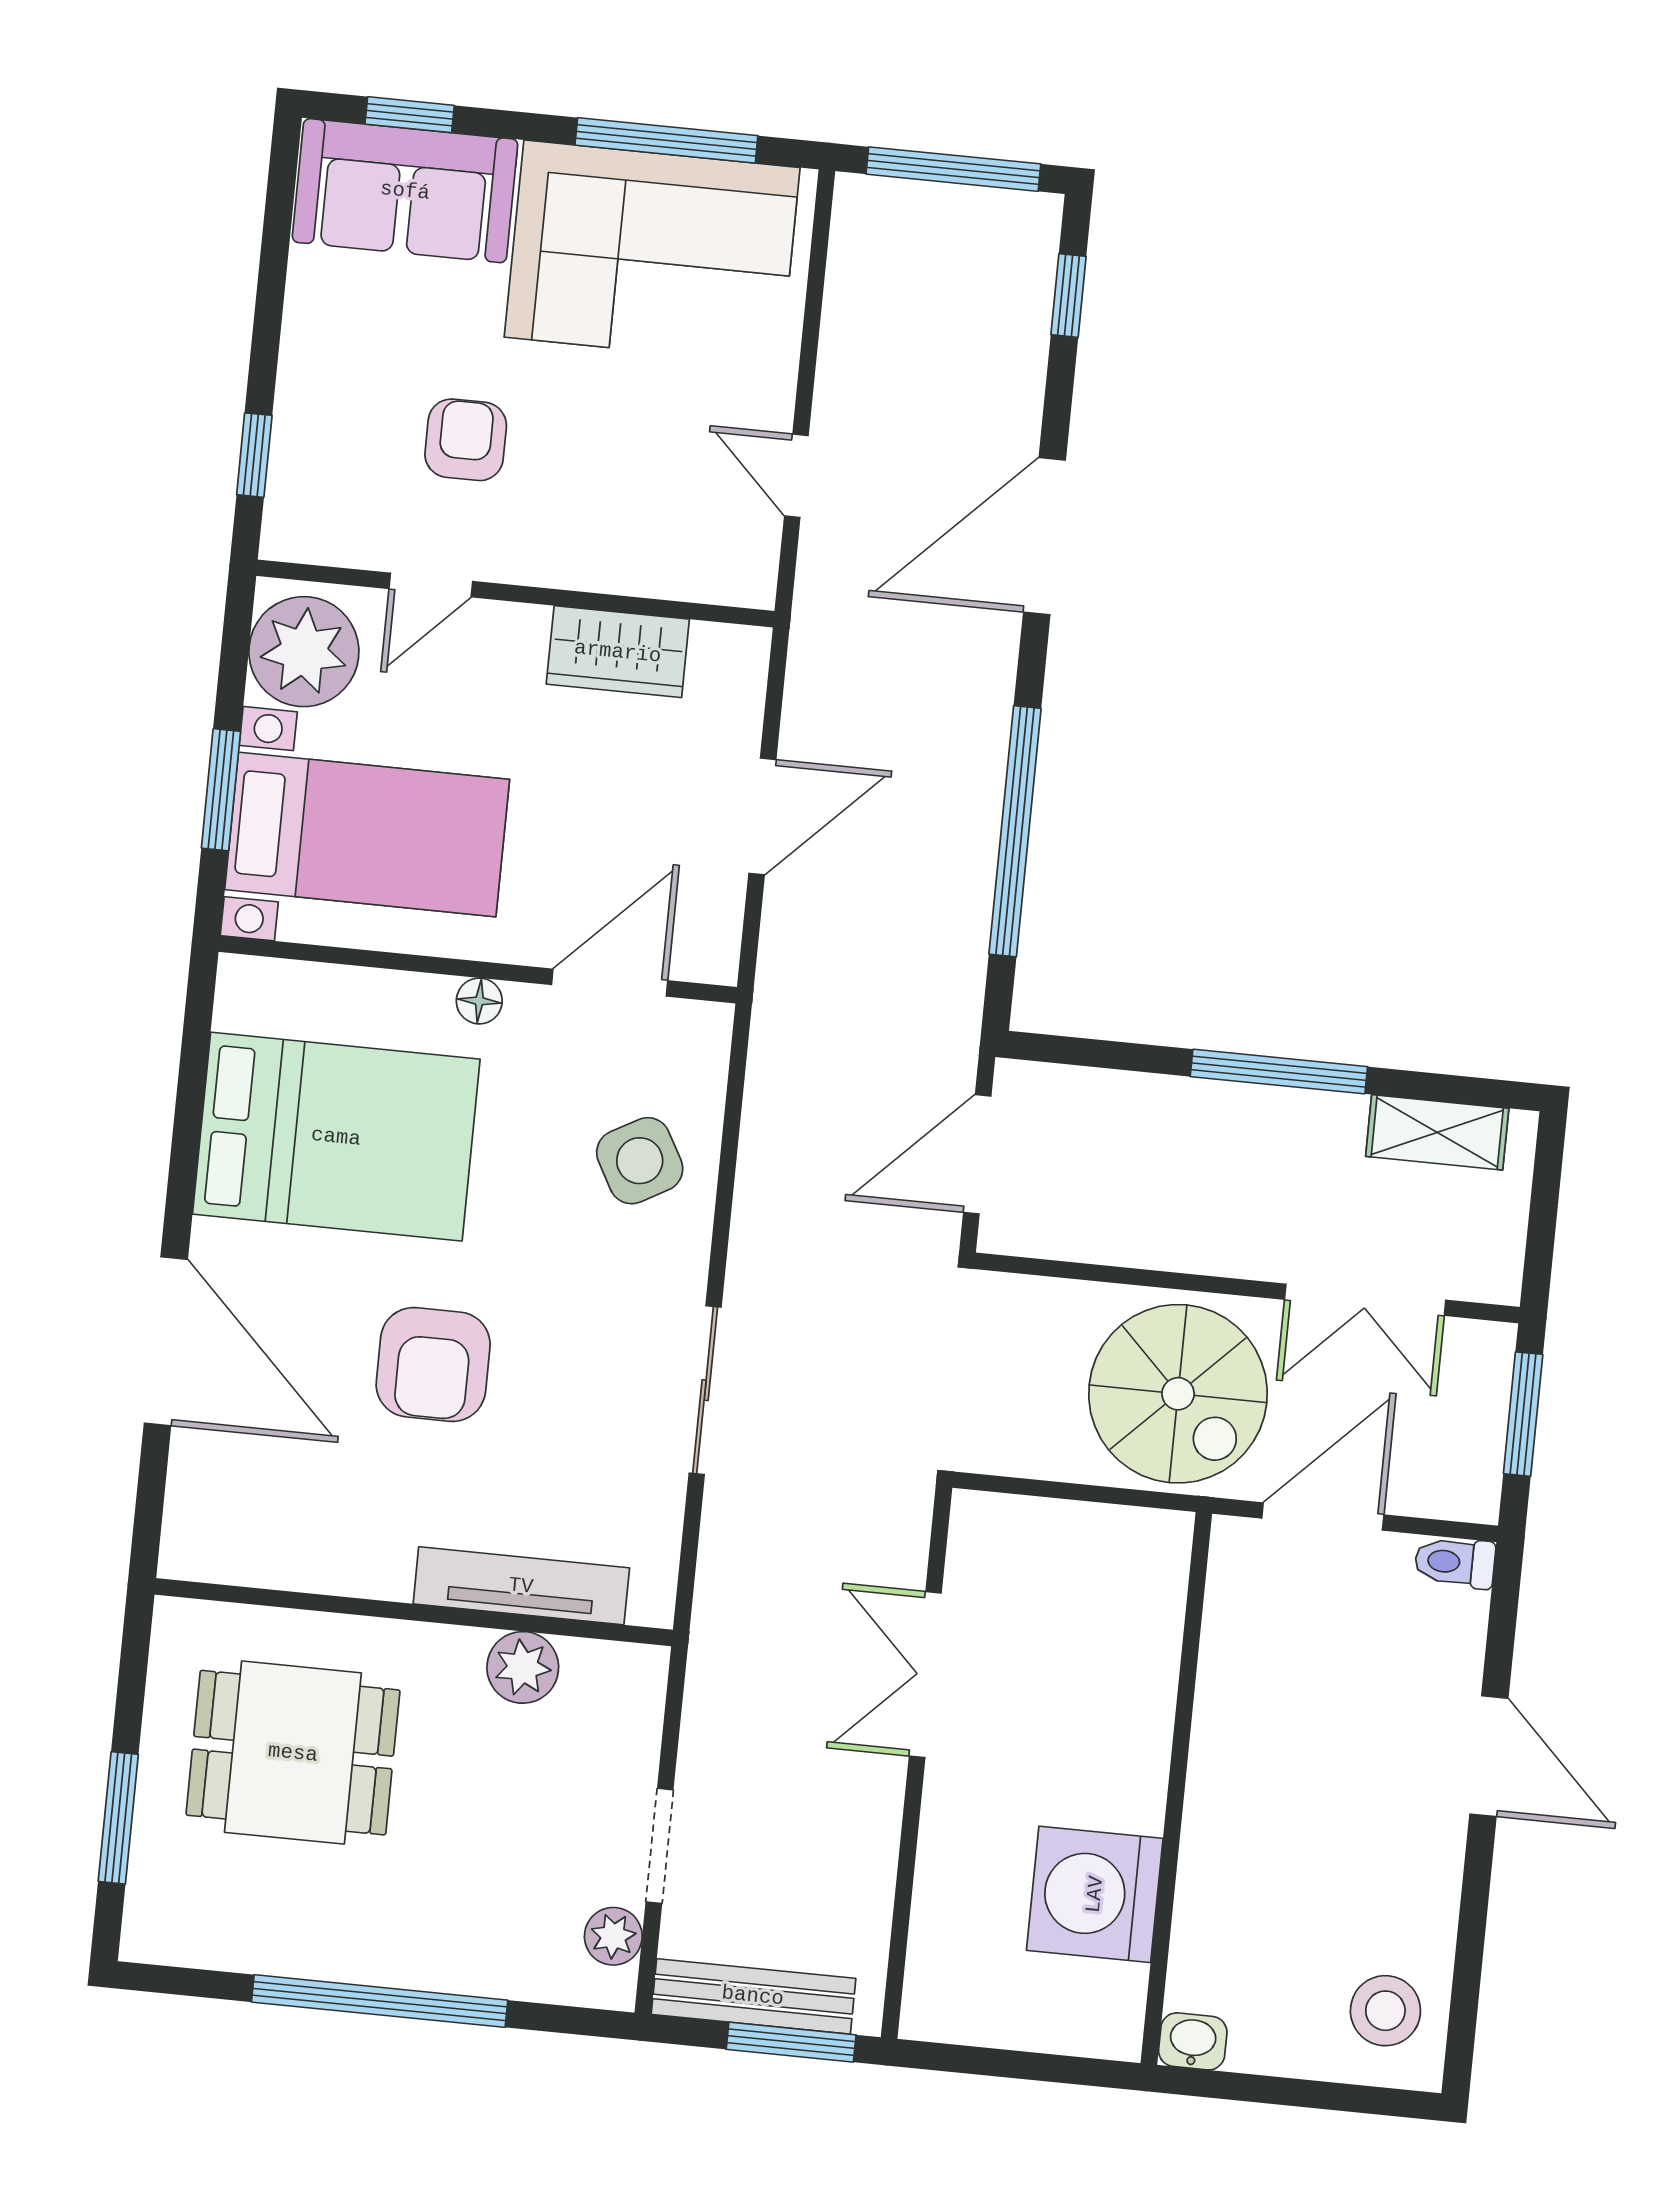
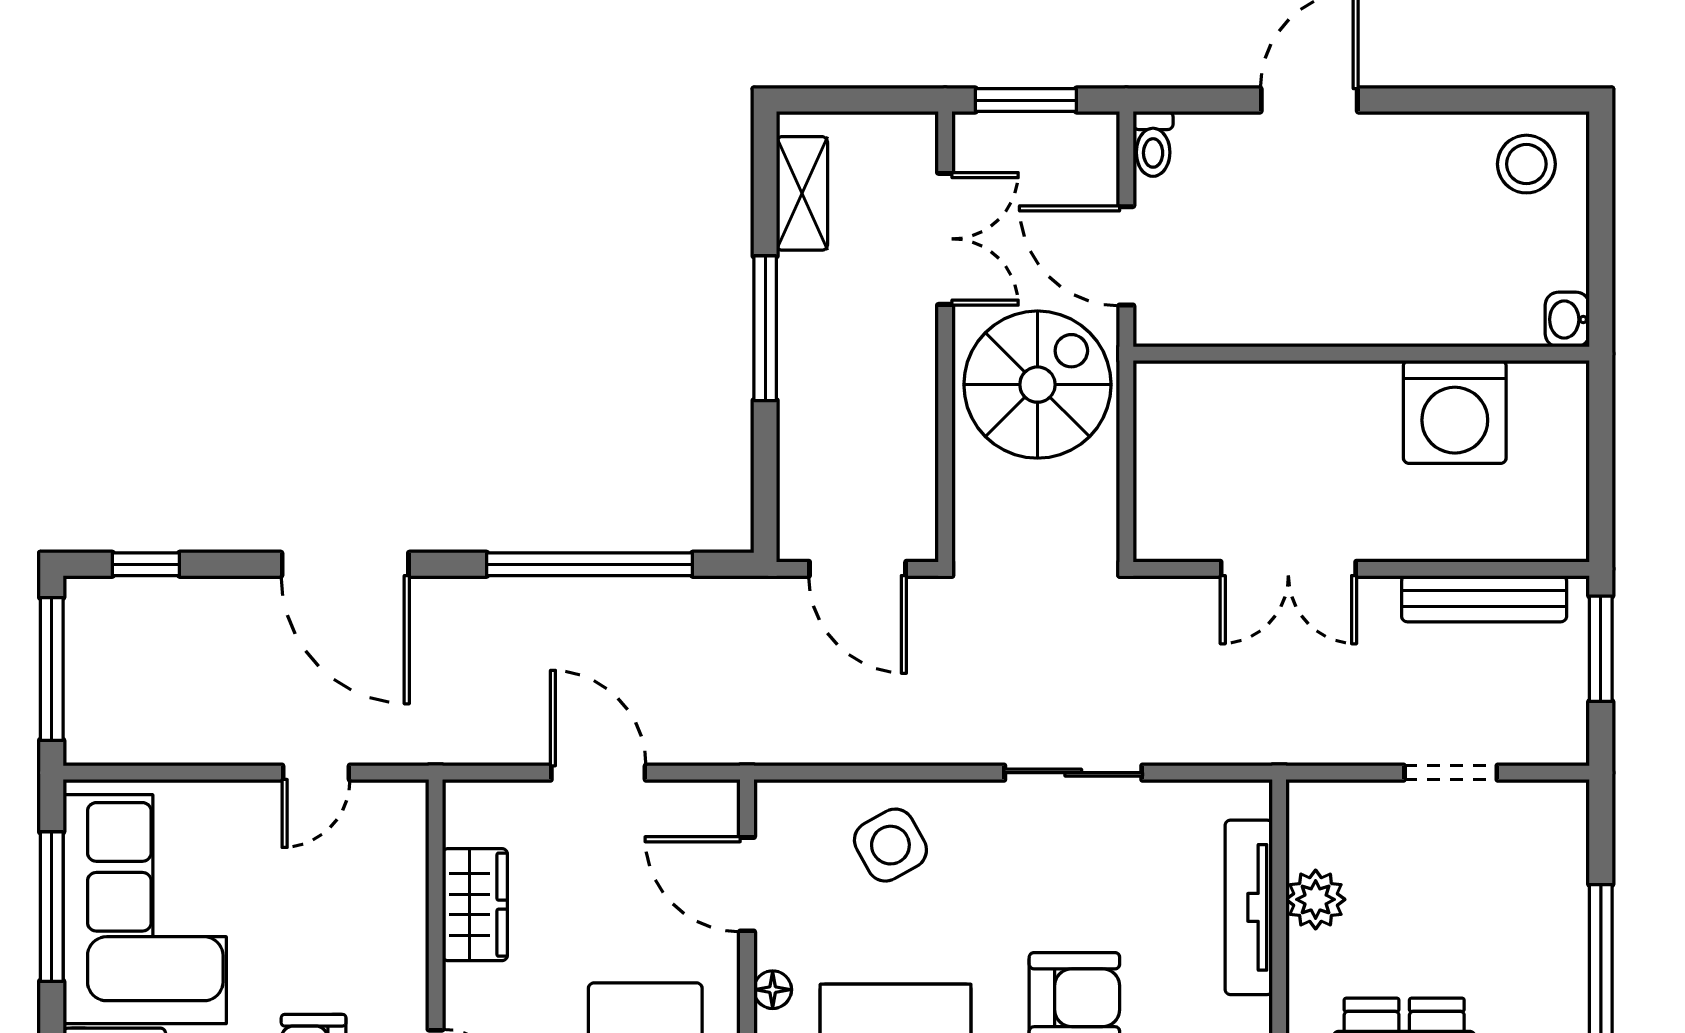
plant: (613, 1936) -> (1529, 803), removed
bench: (753, 1996) -> (1484, 599), moved, turned 90

